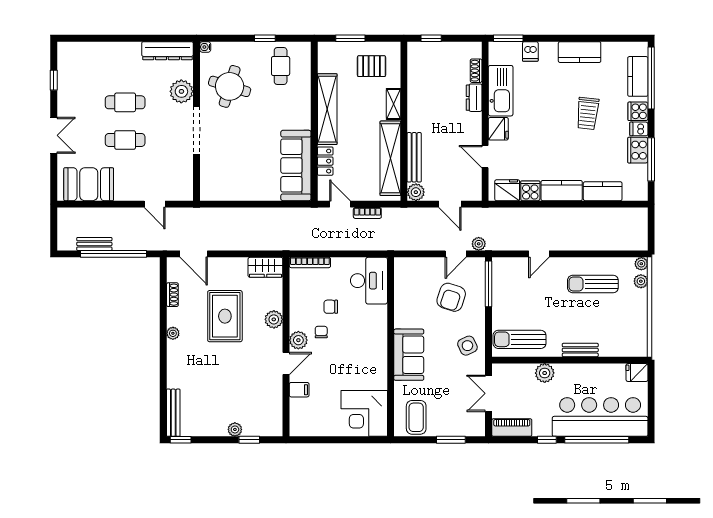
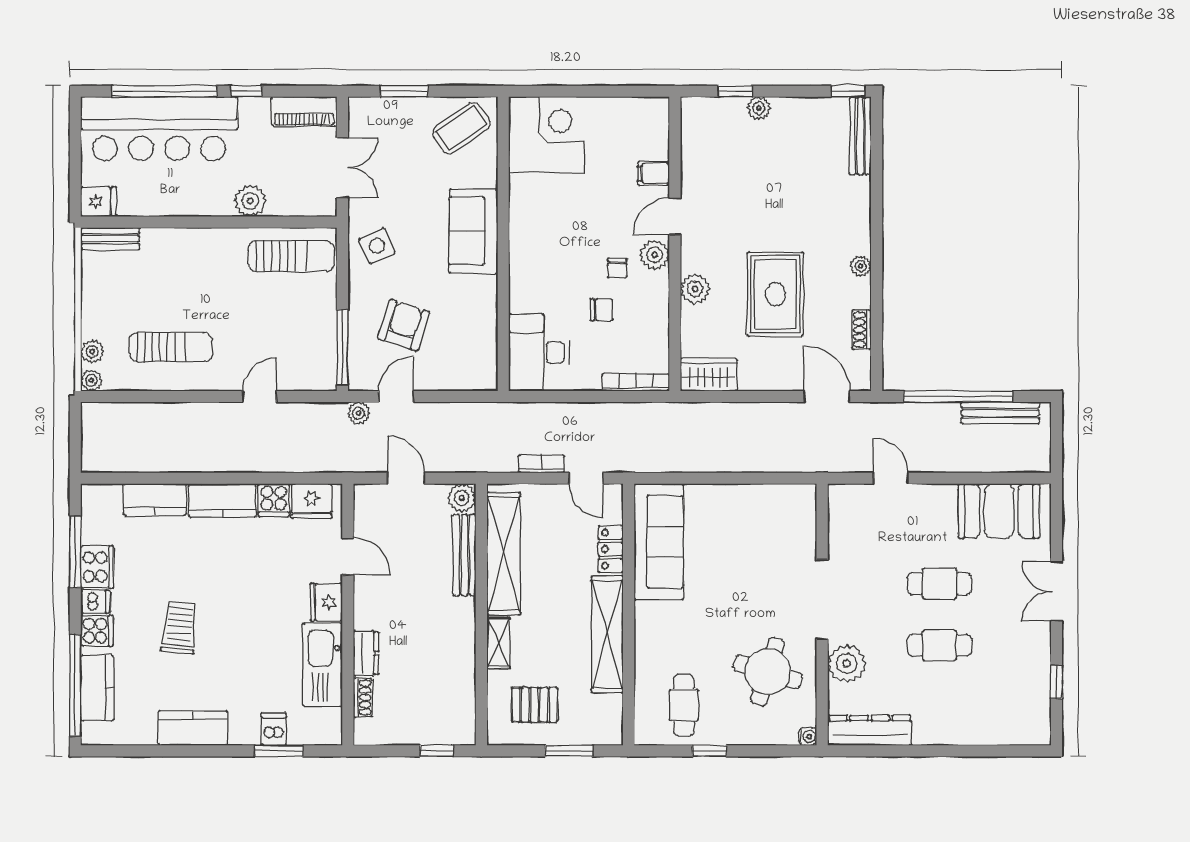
window: (508, 38) -> (279, 751), moved
bench: (94, 244) -> (1000, 413), width x1.36
bench: (580, 350) -> (110, 239), moved
coffee table: (416, 417) -> (461, 128), turned 56

